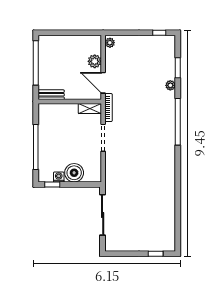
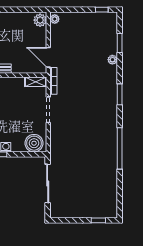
plant: (95, 61) -> (40, 20), moved
window: (178, 122) -> (120, 94), width x0.47
boiler: (74, 173) -> (34, 143), moved
window: (178, 178) -> (120, 148), added

